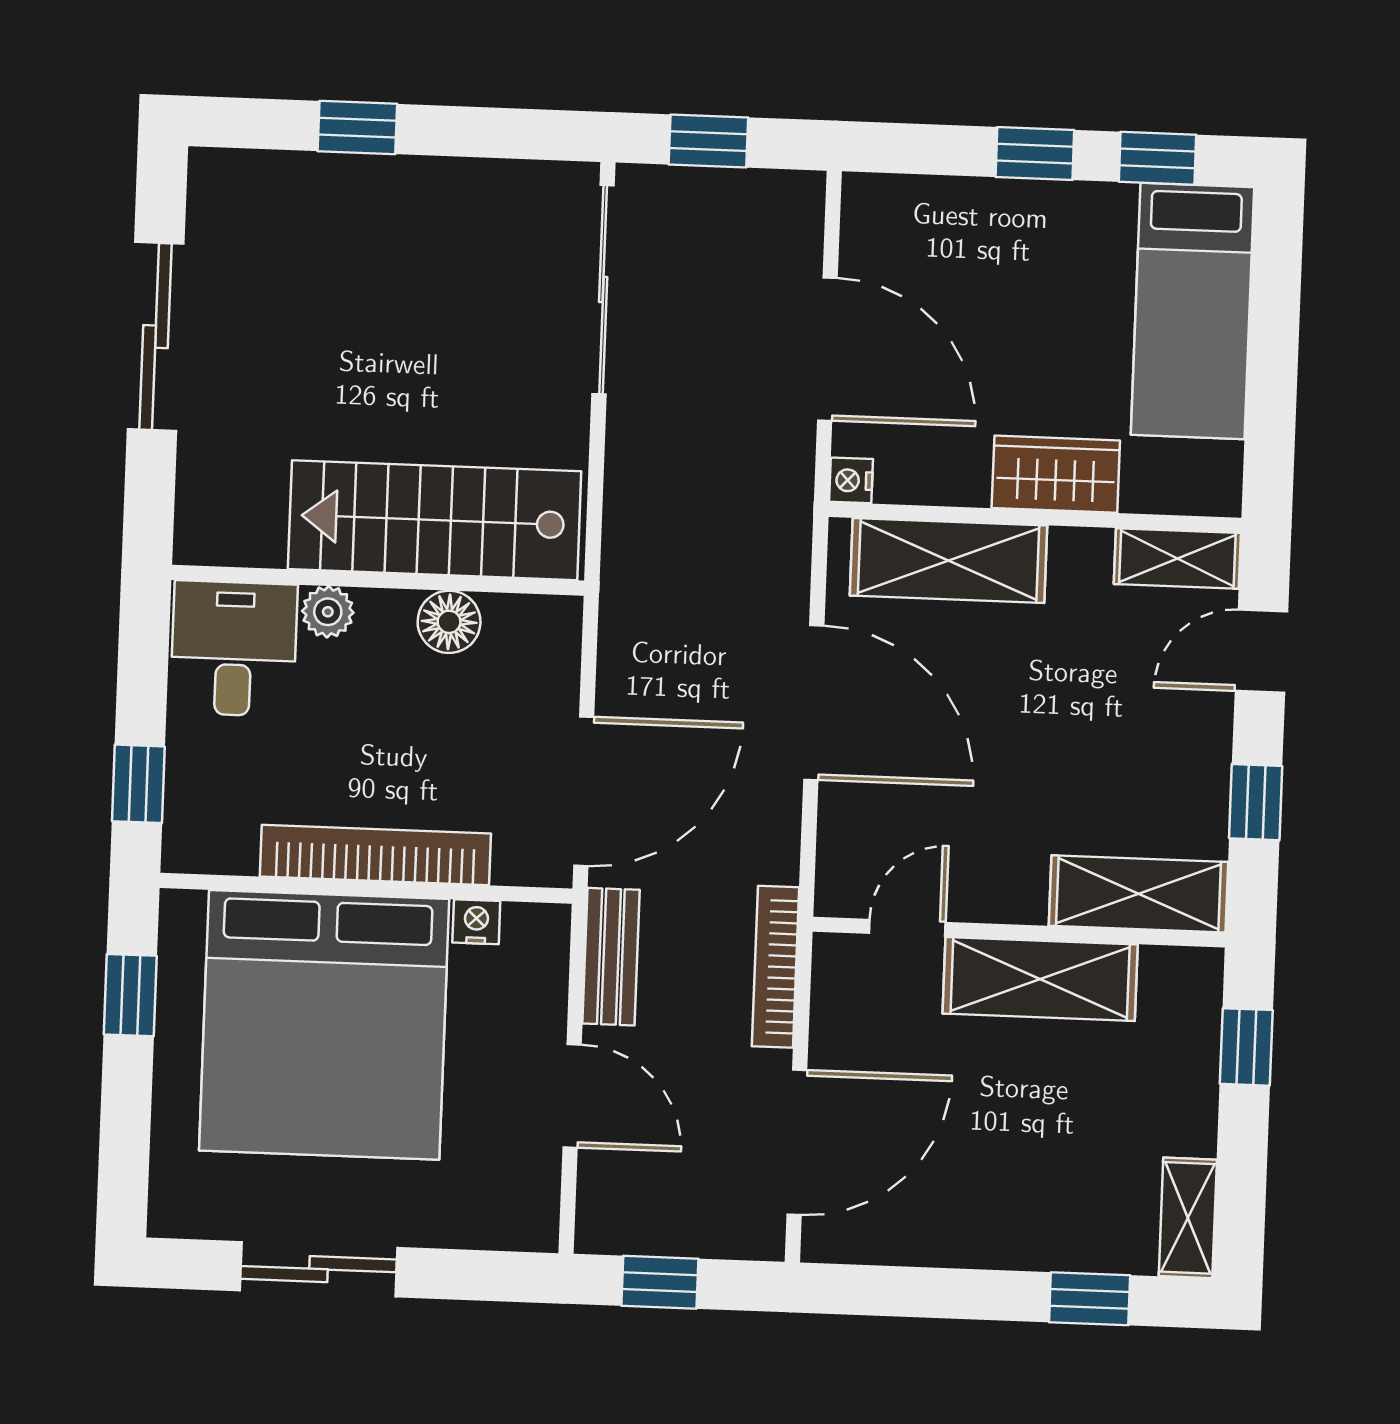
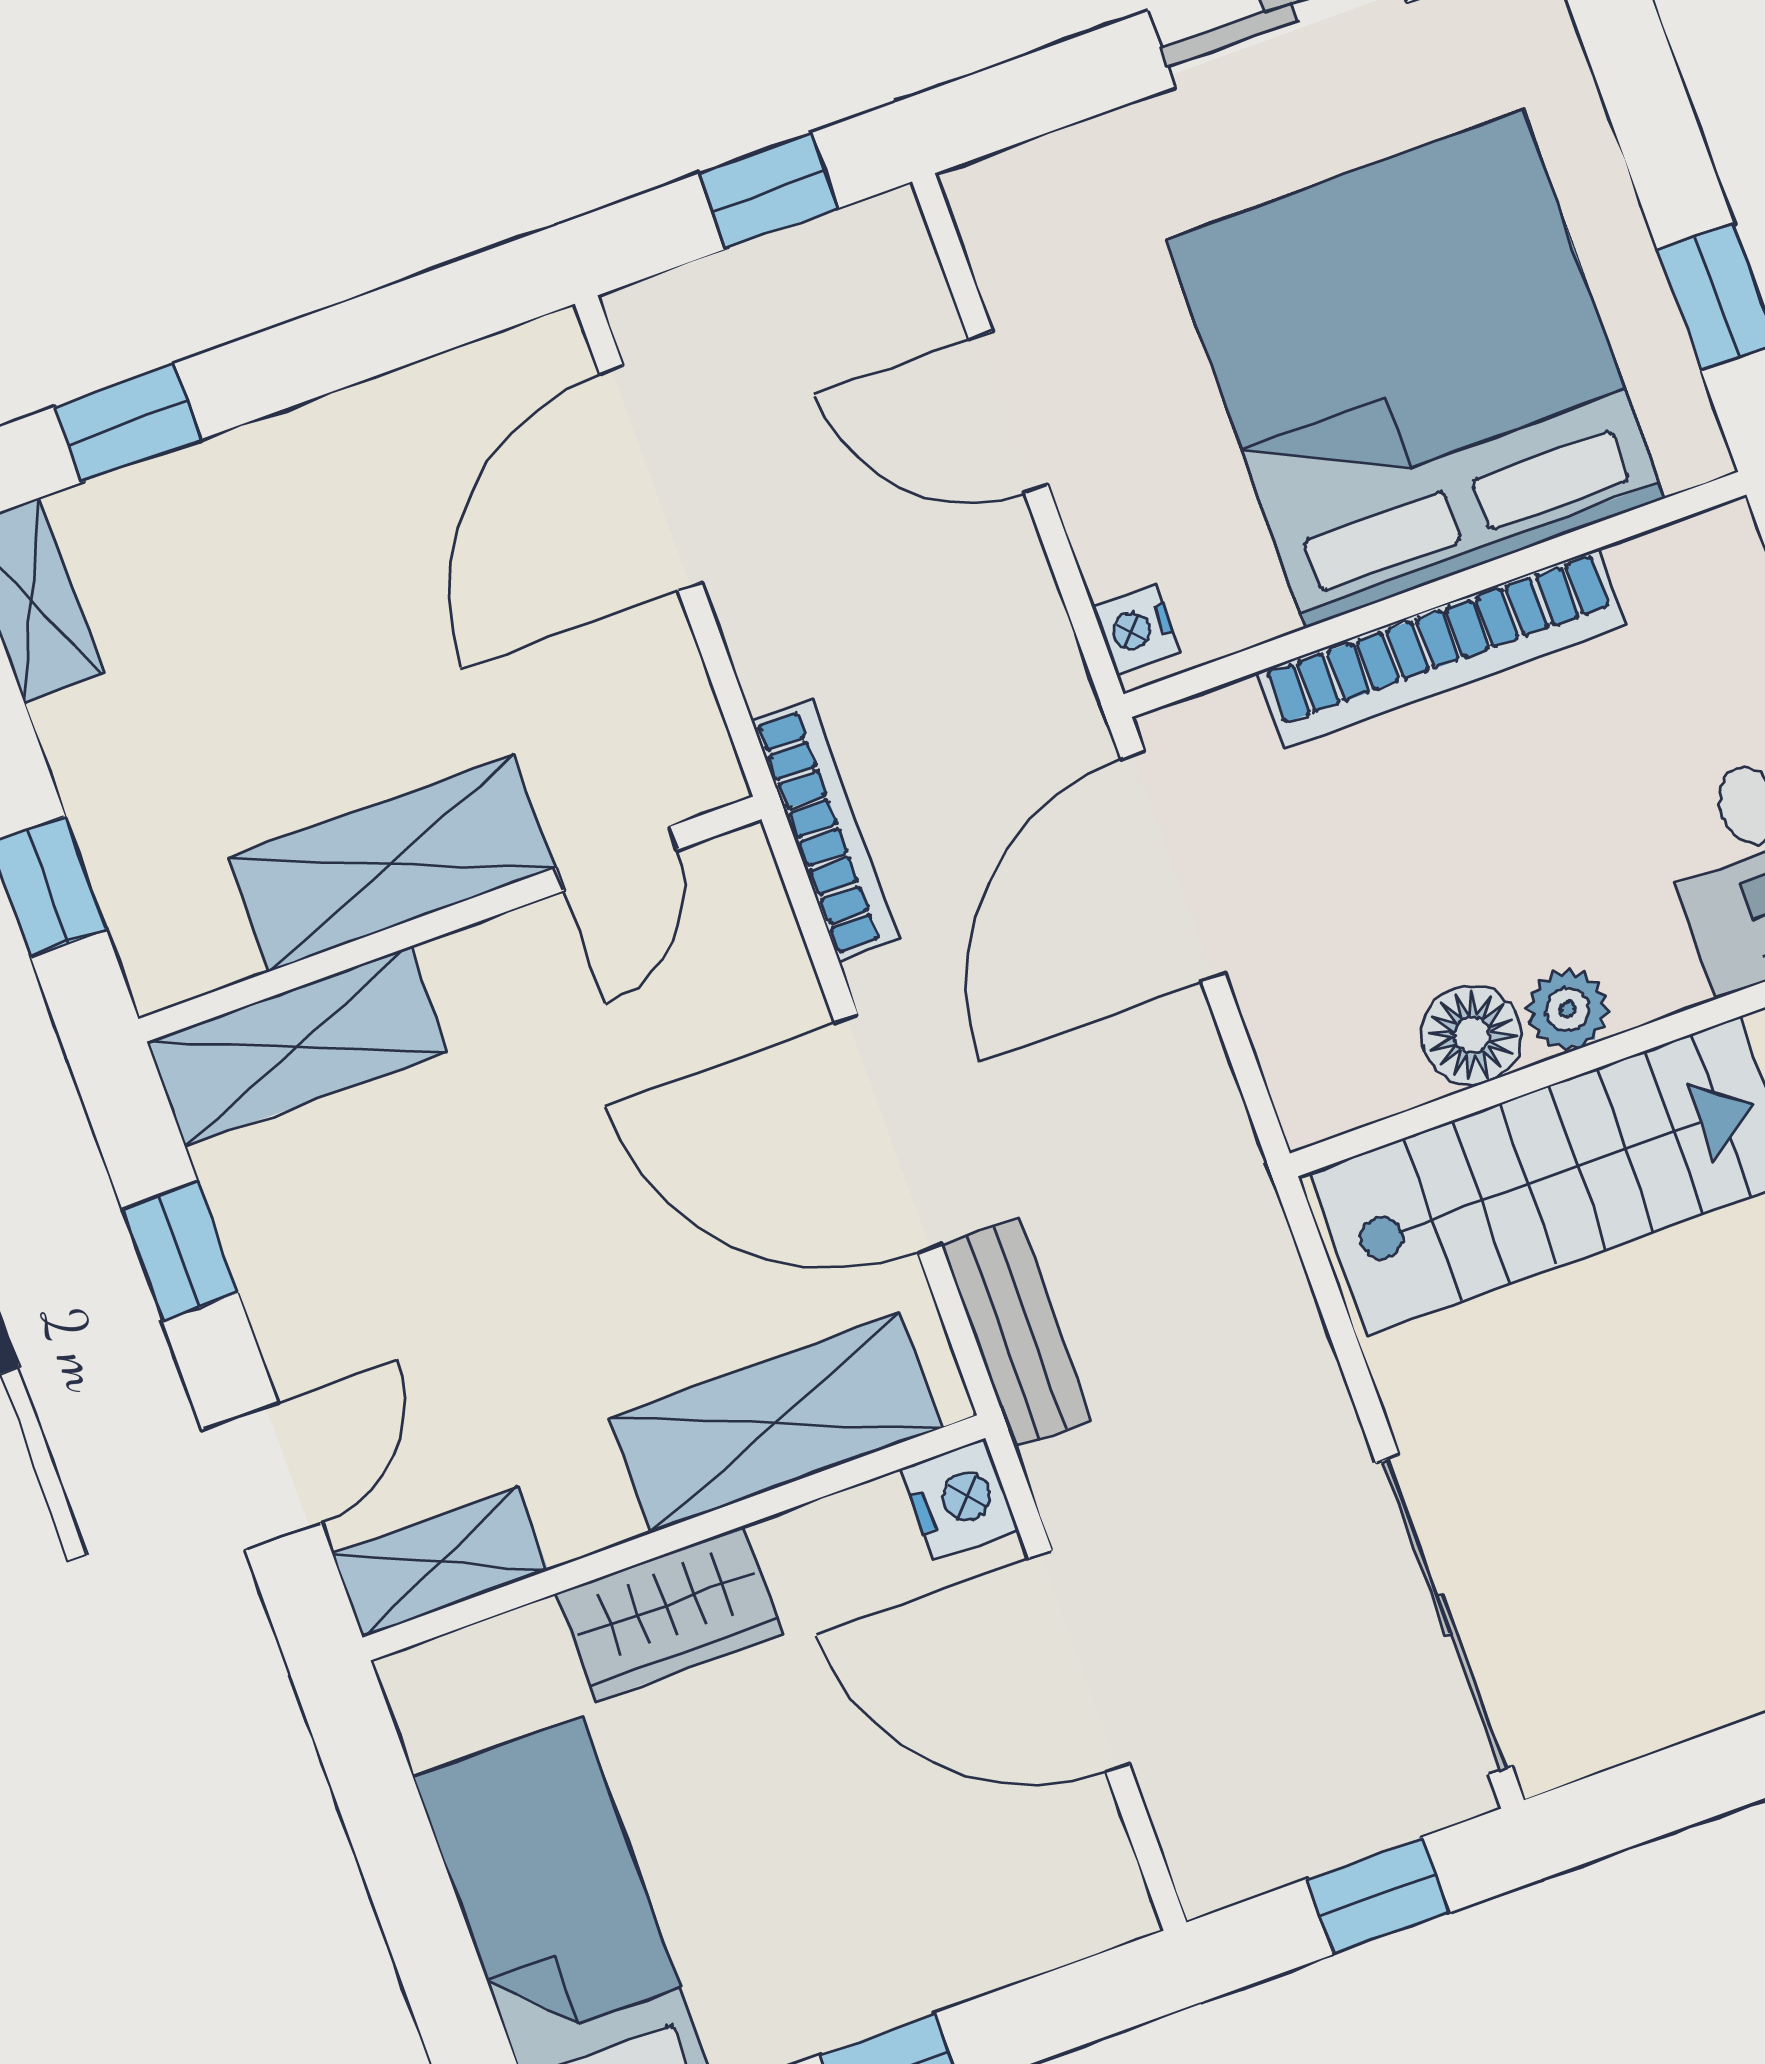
nightstand: (851, 480) -> (960, 1499), width x1.39, depth x1.35
plant: (328, 612) -> (1567, 1009), moved
nightstand: (476, 922) -> (1136, 629), moved, turned 90
bench: (611, 957) -> (1017, 1333), moved
bookcase: (776, 967) -> (826, 830), moved

